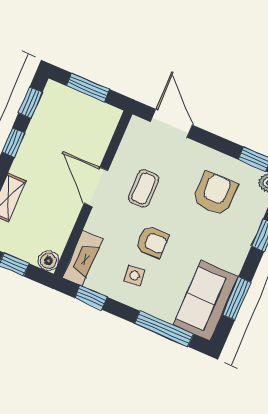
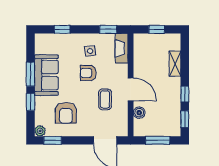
boiler: (48, 261) -> (139, 113), moved
window: (237, 298) -> (30, 74), moved
sofa: (206, 301) -> (46, 75), moved
window: (164, 329) -> (62, 29), width x0.46

